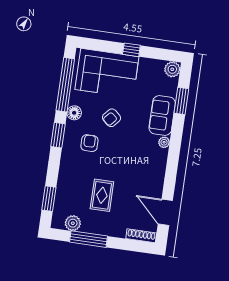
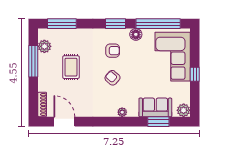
sofa: (162, 115) -> (155, 107), moved
armchair: (111, 118) -> (112, 78), moved
rug: (102, 195) -> (71, 67), turned 90
window: (49, 199) -> (62, 24), width x1.44
door: (165, 212) -> (64, 122), hinge flipped

